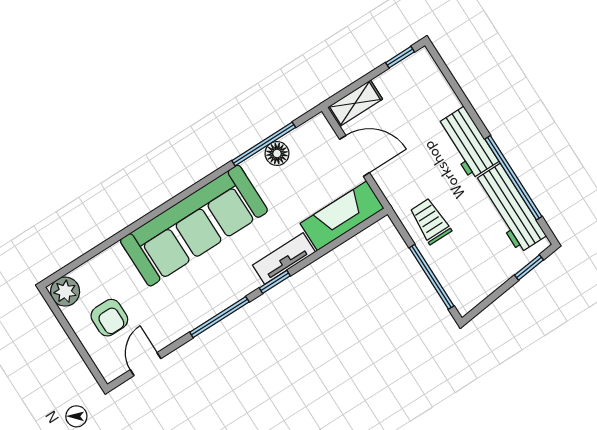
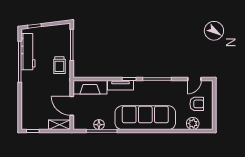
workbench: (467, 143) -> (28, 85), removed
plant: (65, 292) -> (193, 123), moved
armchair: (109, 318) -> (197, 104), turned 90

